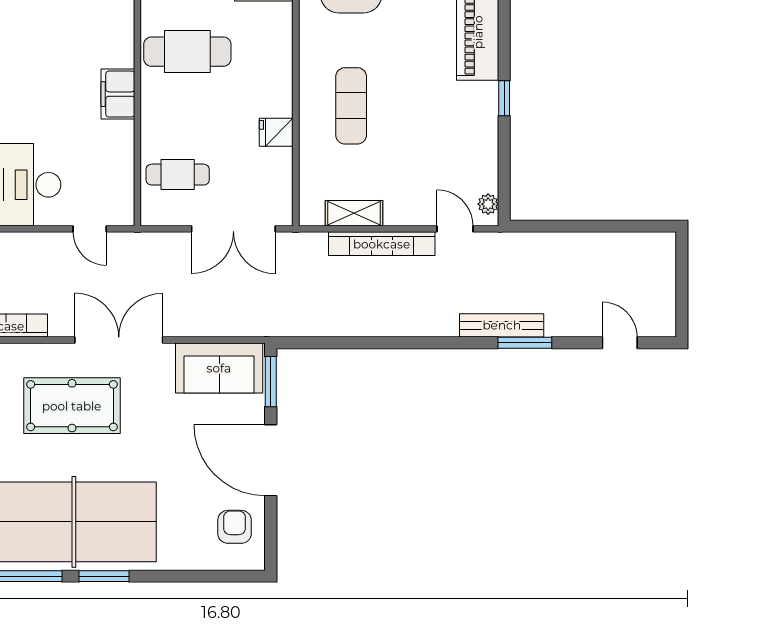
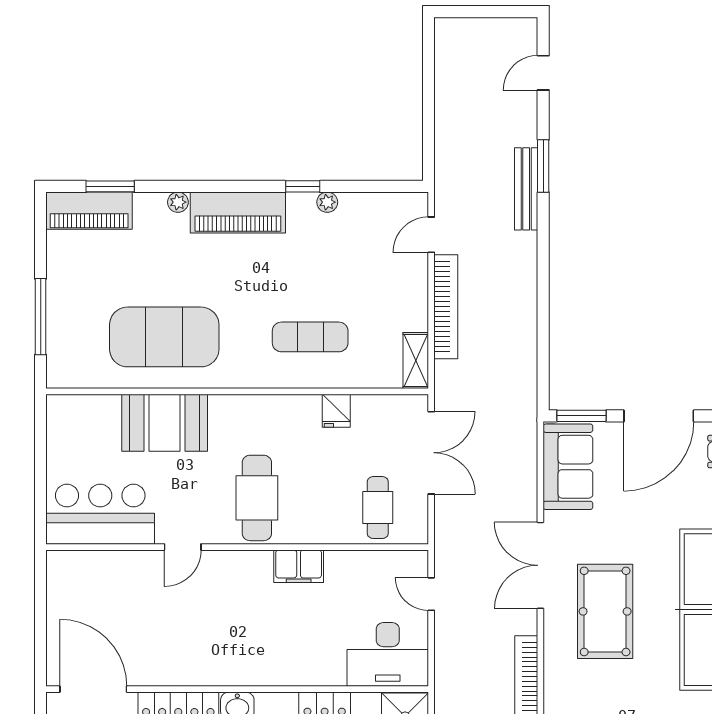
plant: (488, 204) -> (327, 202), moved
shelving: (354, 213) -> (416, 360), moved
door: (90, 229) -> (431, 594), swing flipped

